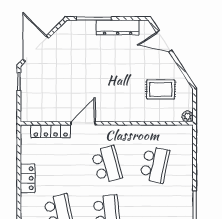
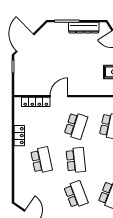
school desk: (107, 165) -> (76, 126), turned 33

